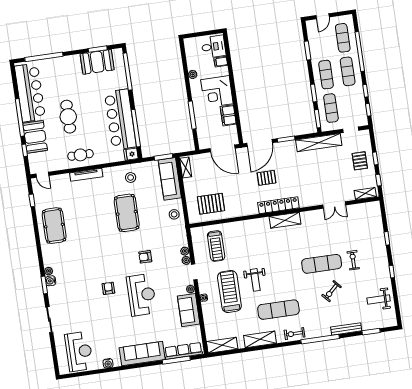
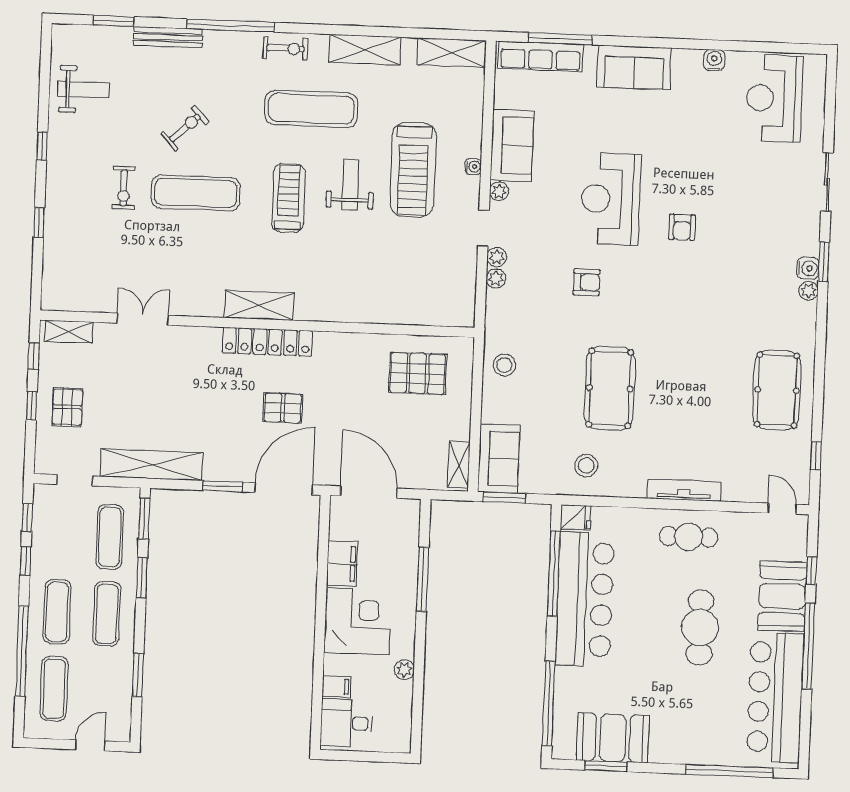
sofa: (170, 179) -> (499, 458), width x0.73
treadmill: (216, 246) -> (288, 198), moved
sofa: (142, 354) -> (634, 68), width x0.73

